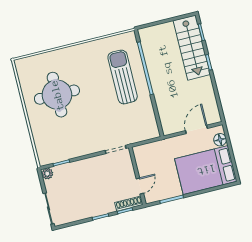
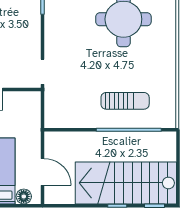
stairs: (192, 48) -> (126, 183), width x1.36, depth x1.51
sun lounger: (123, 77) -> (125, 101), width x0.73, depth x0.75

